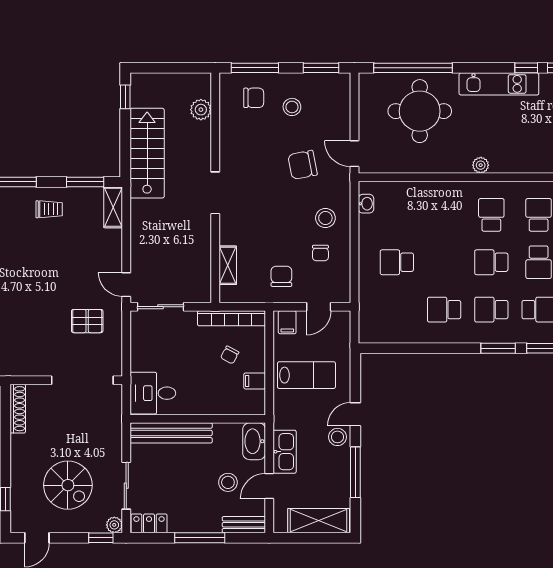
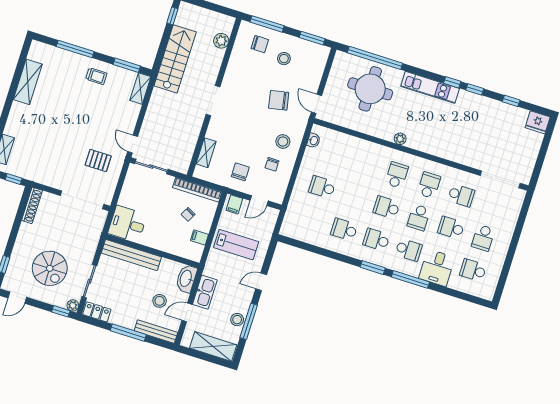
stool: (337, 437) -> (237, 320), moved
bench: (244, 525) -> (156, 332), width x1.36

